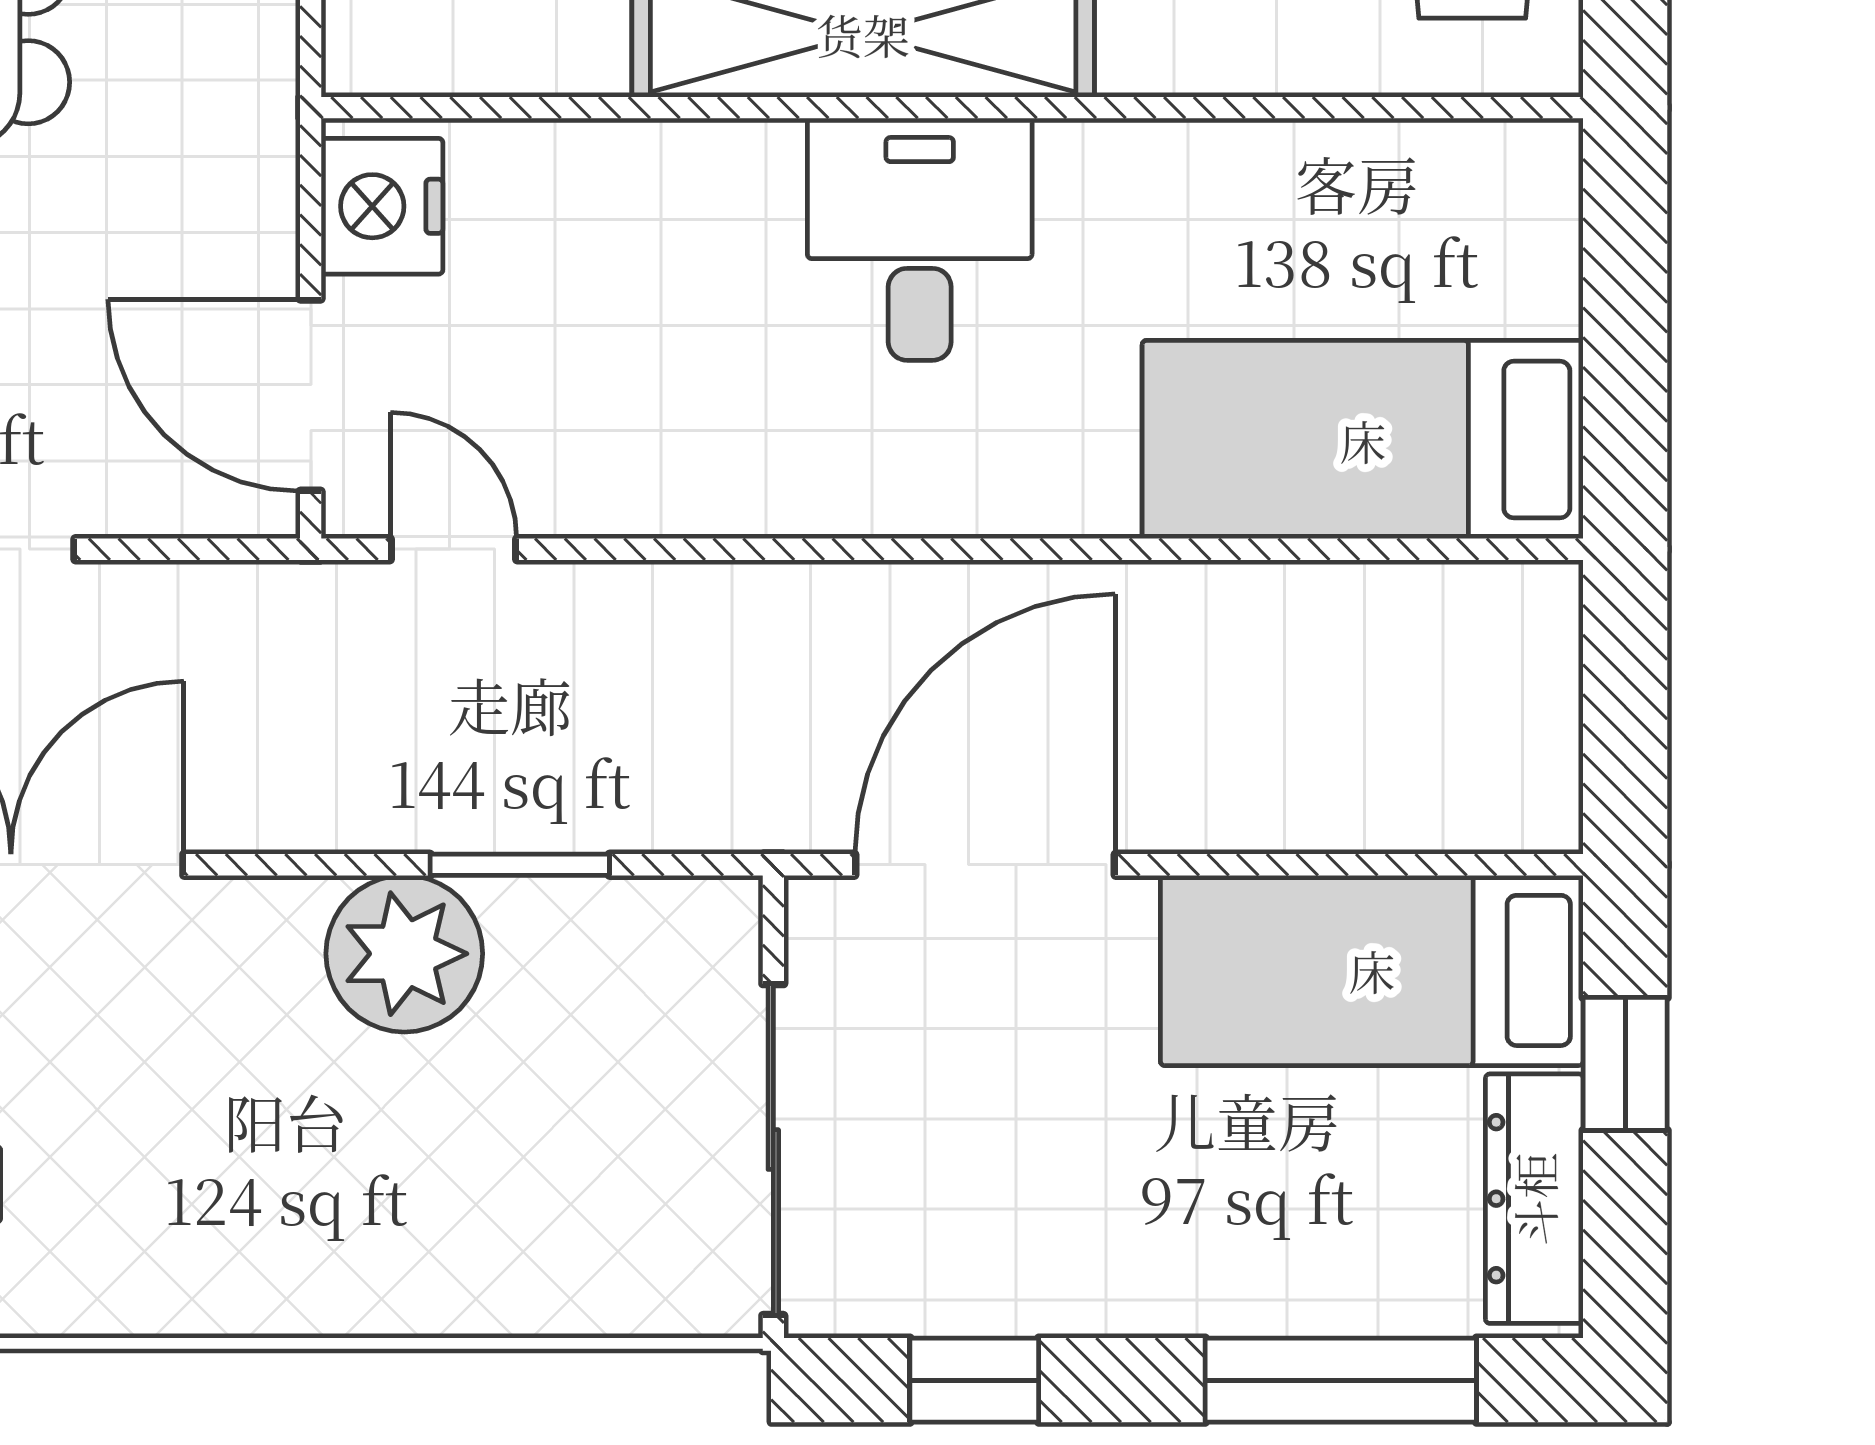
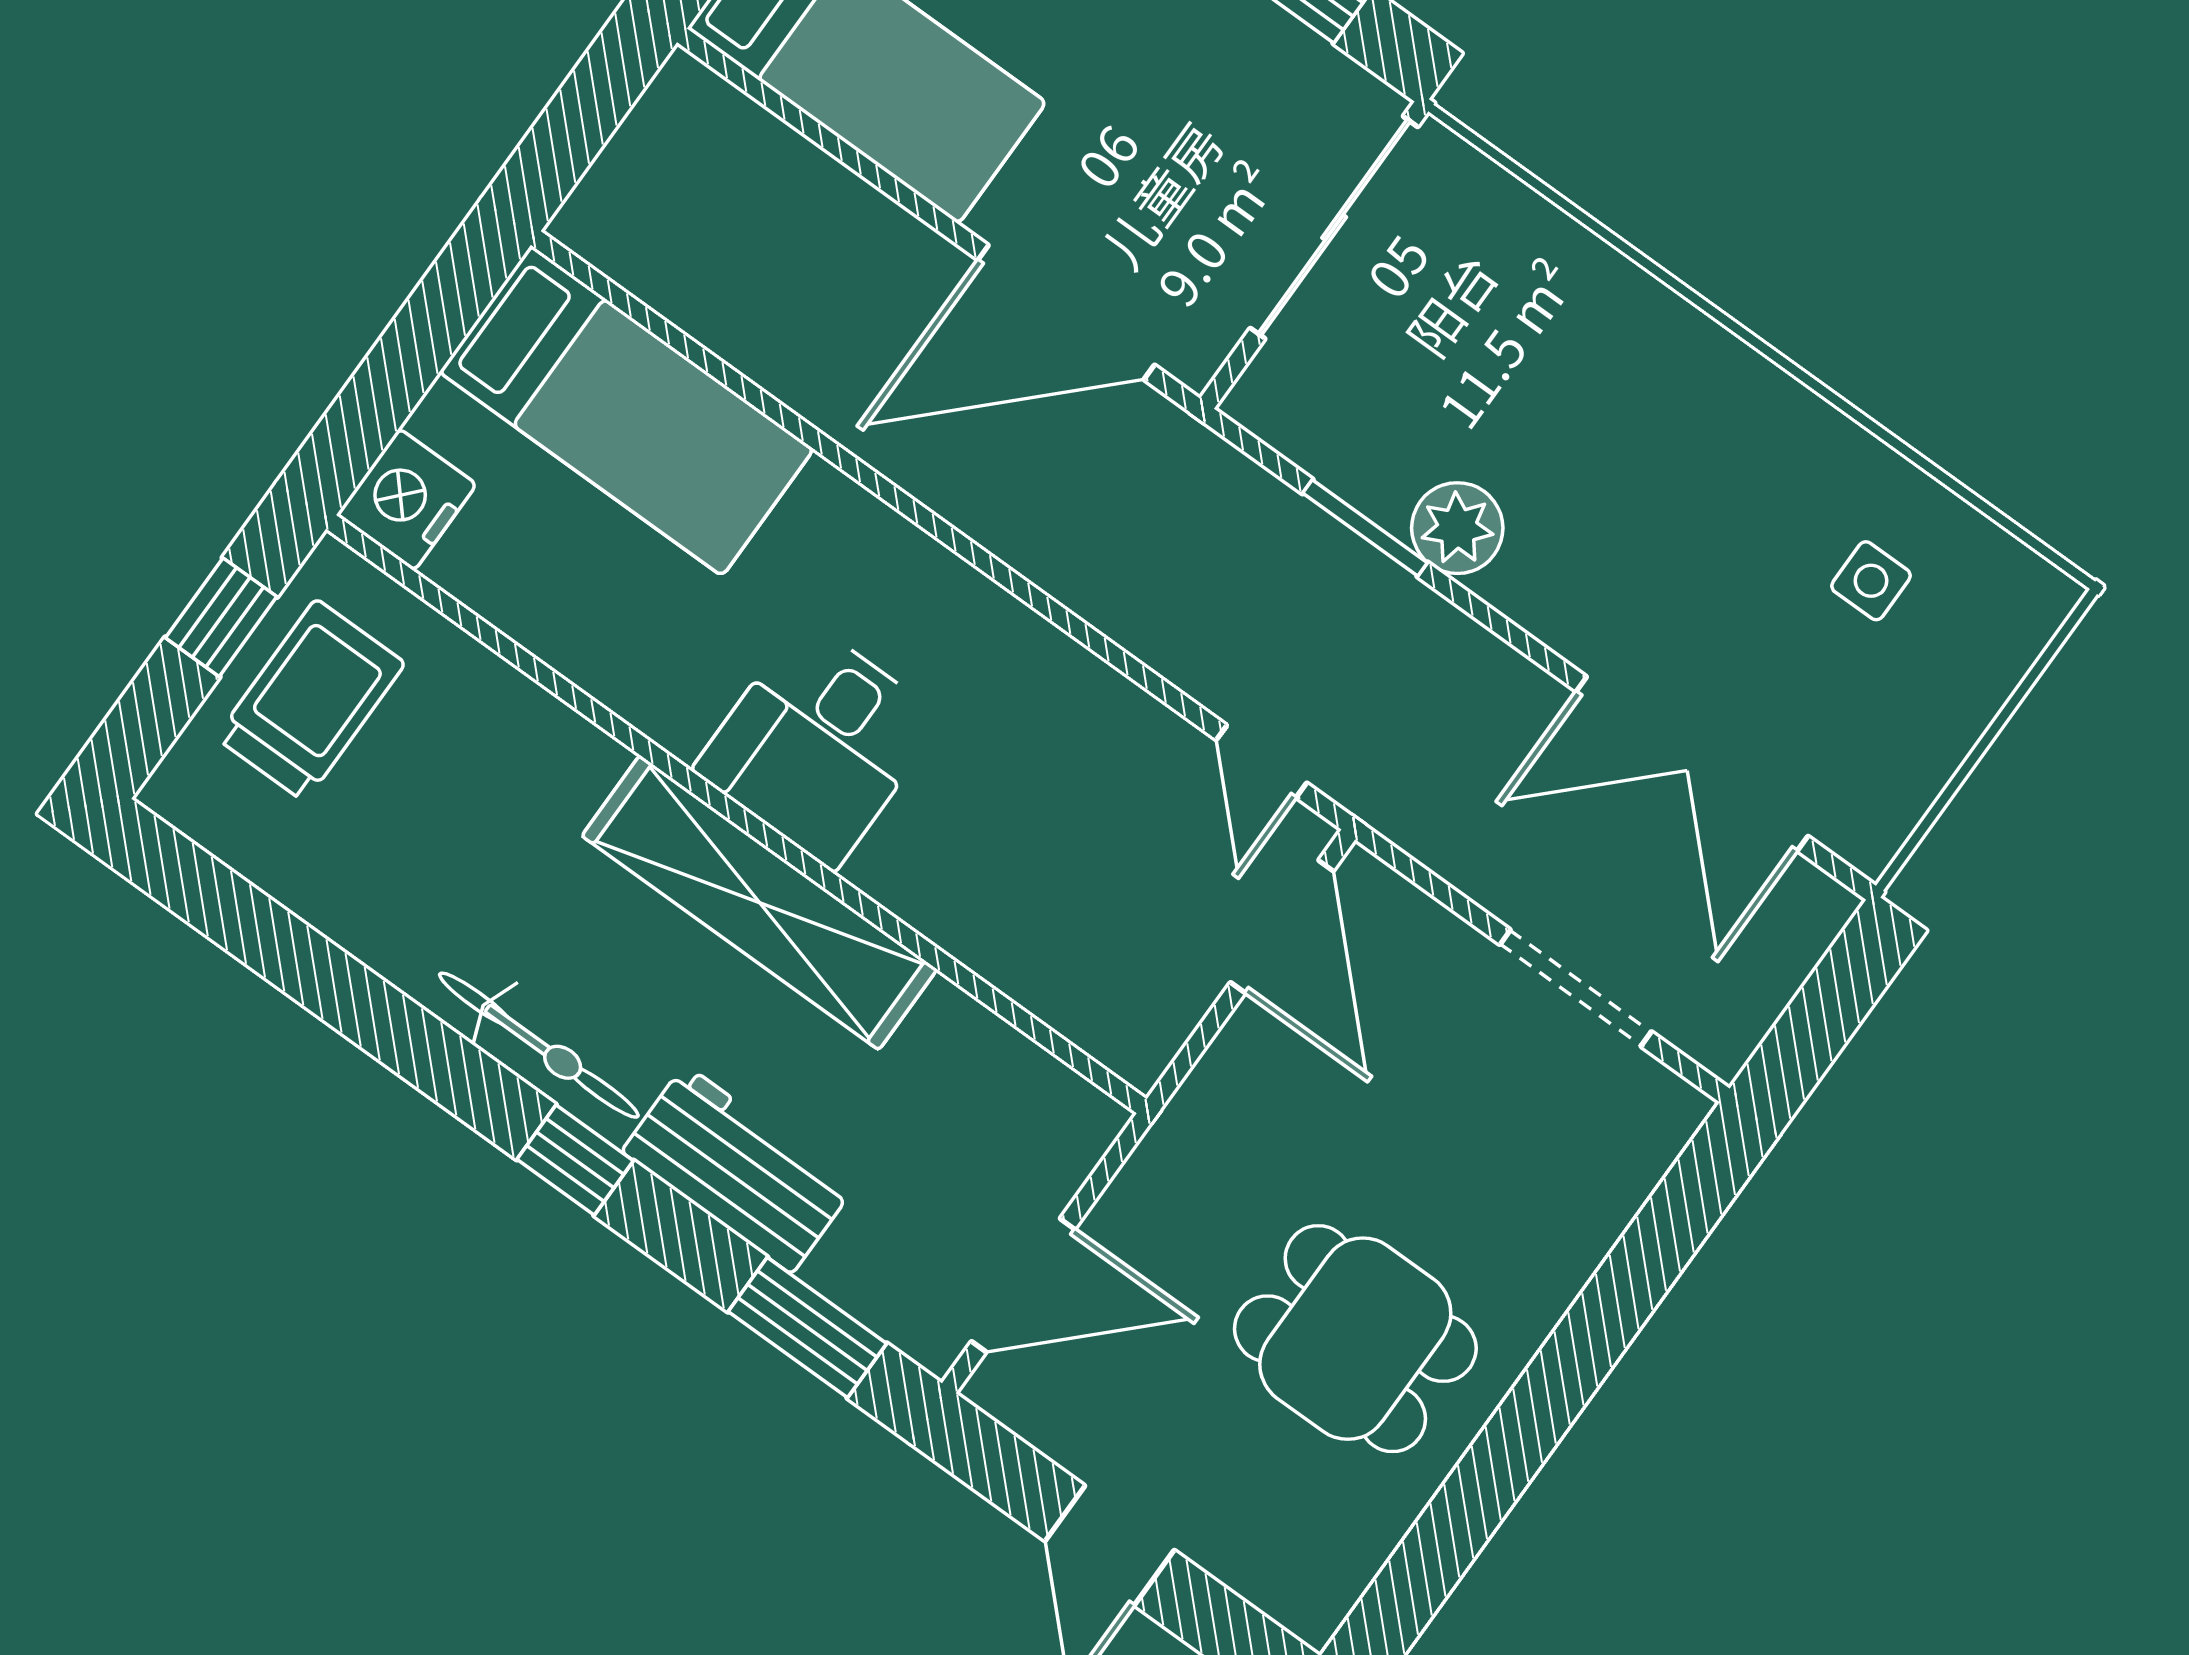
nightstand: (382, 206) -> (406, 500), moved, turned 180
plant: (404, 954) -> (1457, 528), width x0.73, depth x0.73

